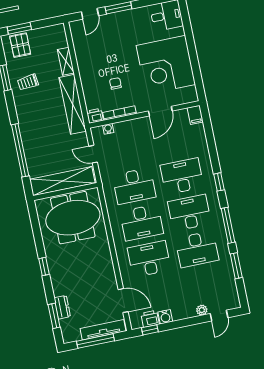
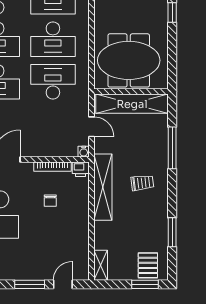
shelving: (66, 61) -> (101, 265), moved
trolley: (28, 82) -> (142, 183), moved
water cooler: (108, 129) -> (84, 152), moved
window: (20, 150) -> (172, 148), width x0.68
desk: (142, 223) -> (53, 39), turned 180

